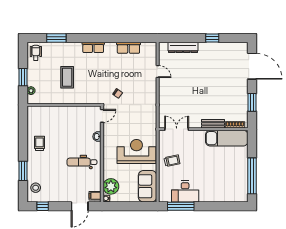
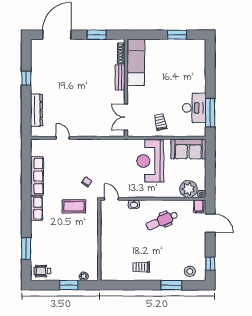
row of seats: (128, 48) -> (37, 176), width x1.48
door: (158, 72) -> (63, 138), hinge flipped
coffee table: (67, 77) -> (74, 206), moved
dental chair: (82, 162) -> (162, 221), turned 67
window: (252, 176) -> (177, 35), width x0.47

